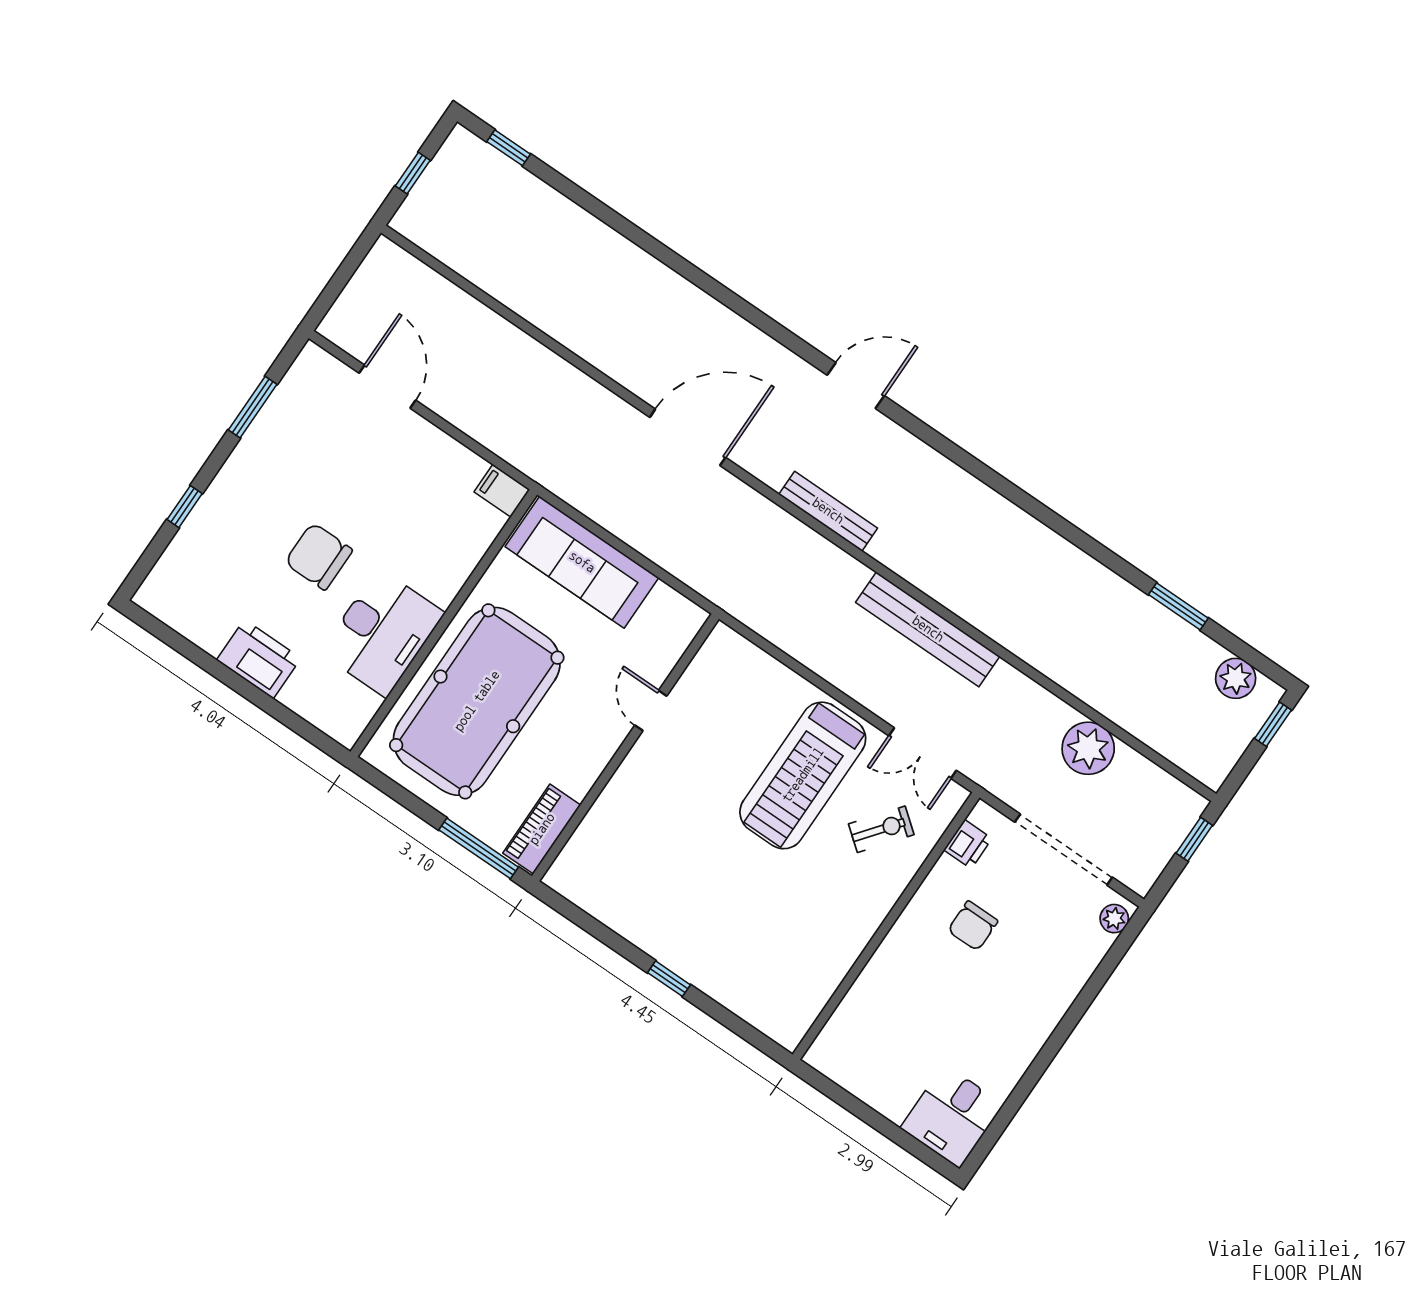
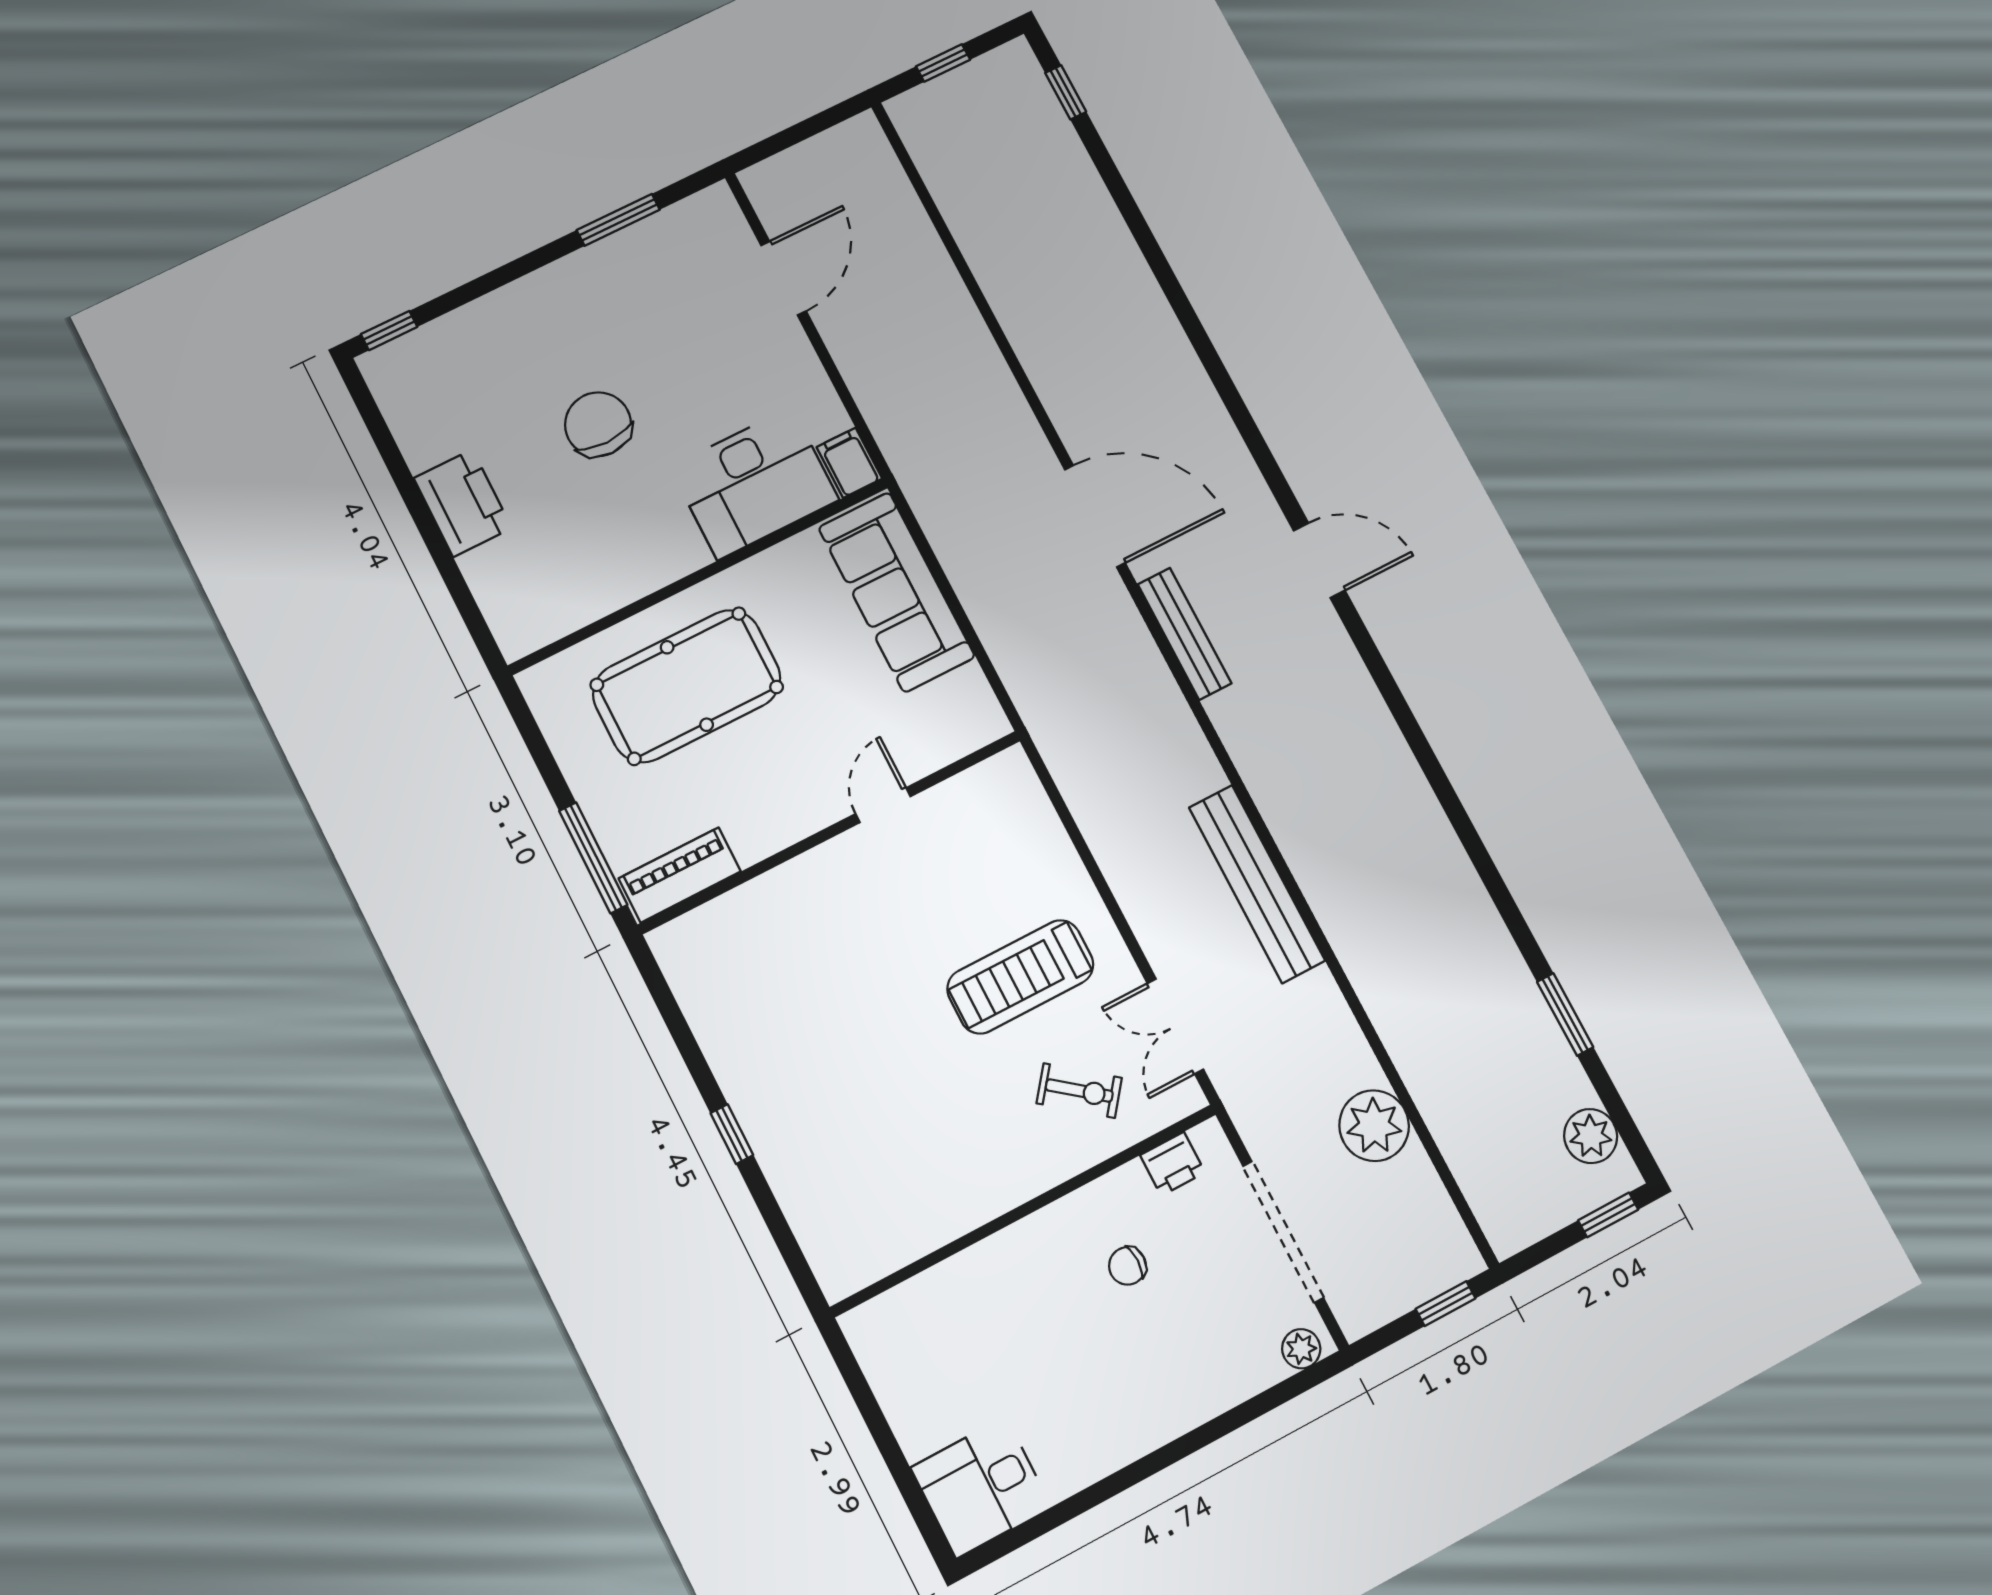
window: (185, 507) -> (389, 331), moved
bench: (828, 511) -> (1185, 634), moved
desk: (382, 633) -> (754, 483), moved
pool table: (477, 701) -> (687, 686), width x0.73, depth x0.76
treadmill: (803, 775) -> (1020, 977), width x0.73, depth x0.73
chair: (973, 926) -> (1127, 1266), width x0.73, depth x0.73

